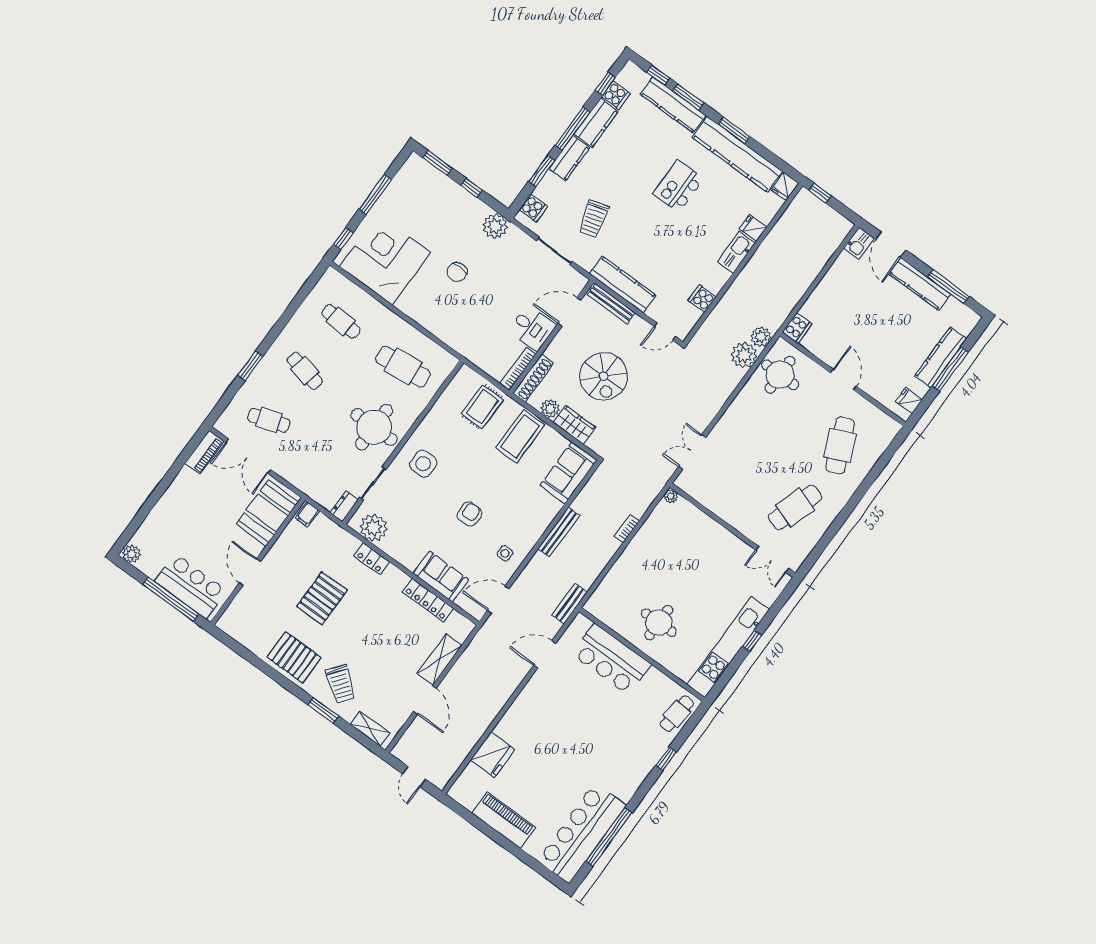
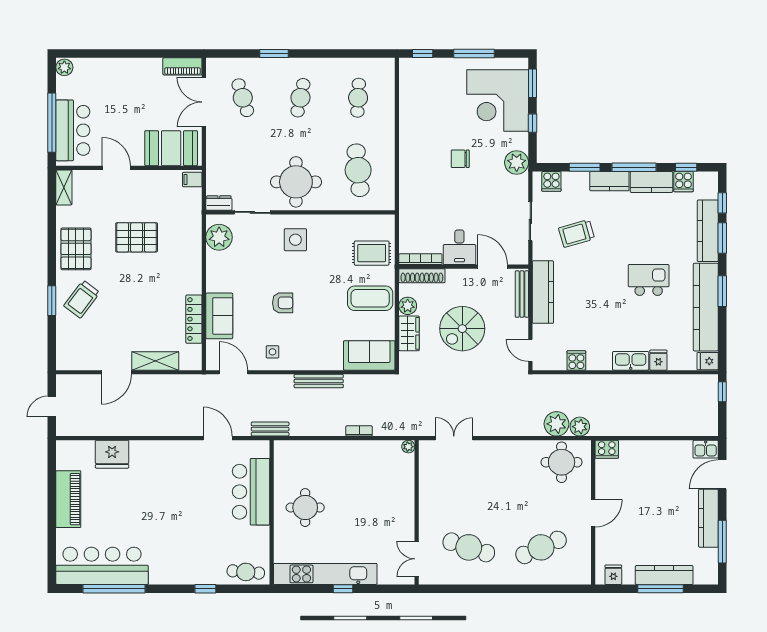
corner desk: (385, 260) -> (498, 100), moved, turned 180
locker: (372, 559) -> (194, 253), removed
door: (250, 572) -> (116, 168), hinge flipped
shelving: (370, 728) -> (64, 187), moved

